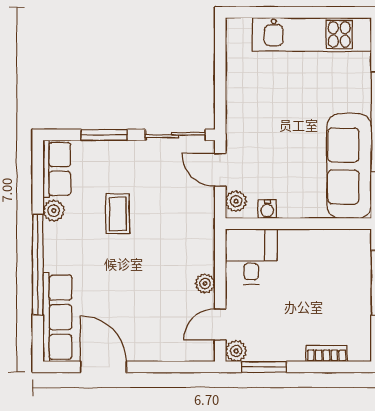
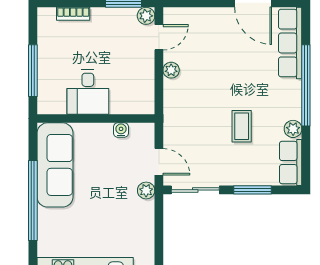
plant: (236, 201) -> (146, 190), moved
desk: (251, 257) -> (88, 92), moved

